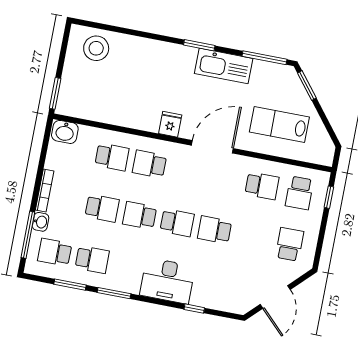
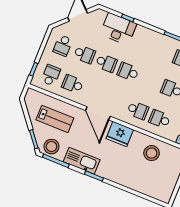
stool: (96, 48) -> (152, 153), moved
stool: (276, 79) -> (51, 147), added
fridge: (170, 124) -> (120, 134), width x1.88, depth x1.34
door: (212, 147) -> (98, 113), hinge flipped
school desk: (140, 215) -> (85, 54), moved
desk: (167, 281) -> (118, 29), moved

